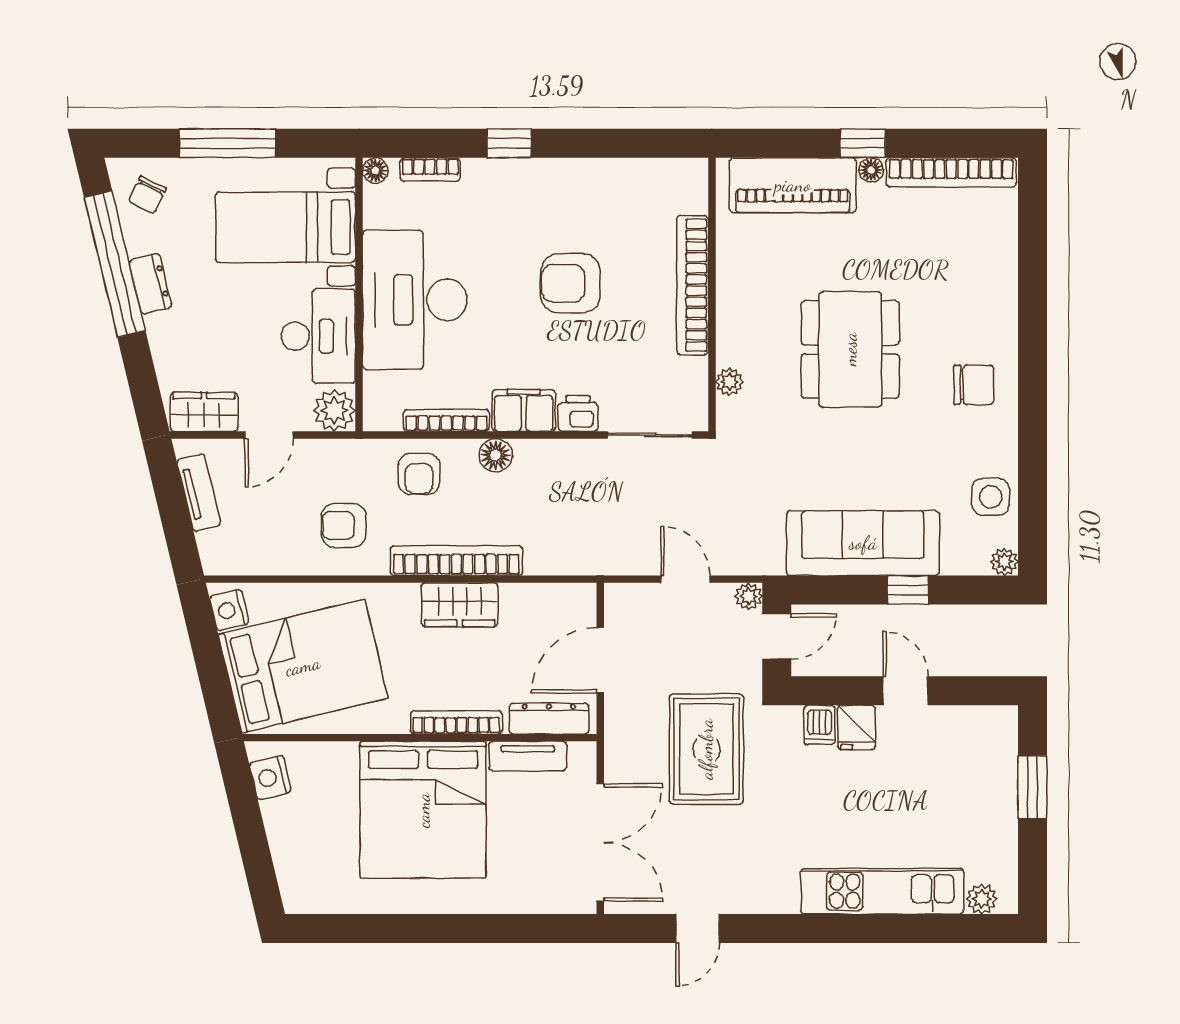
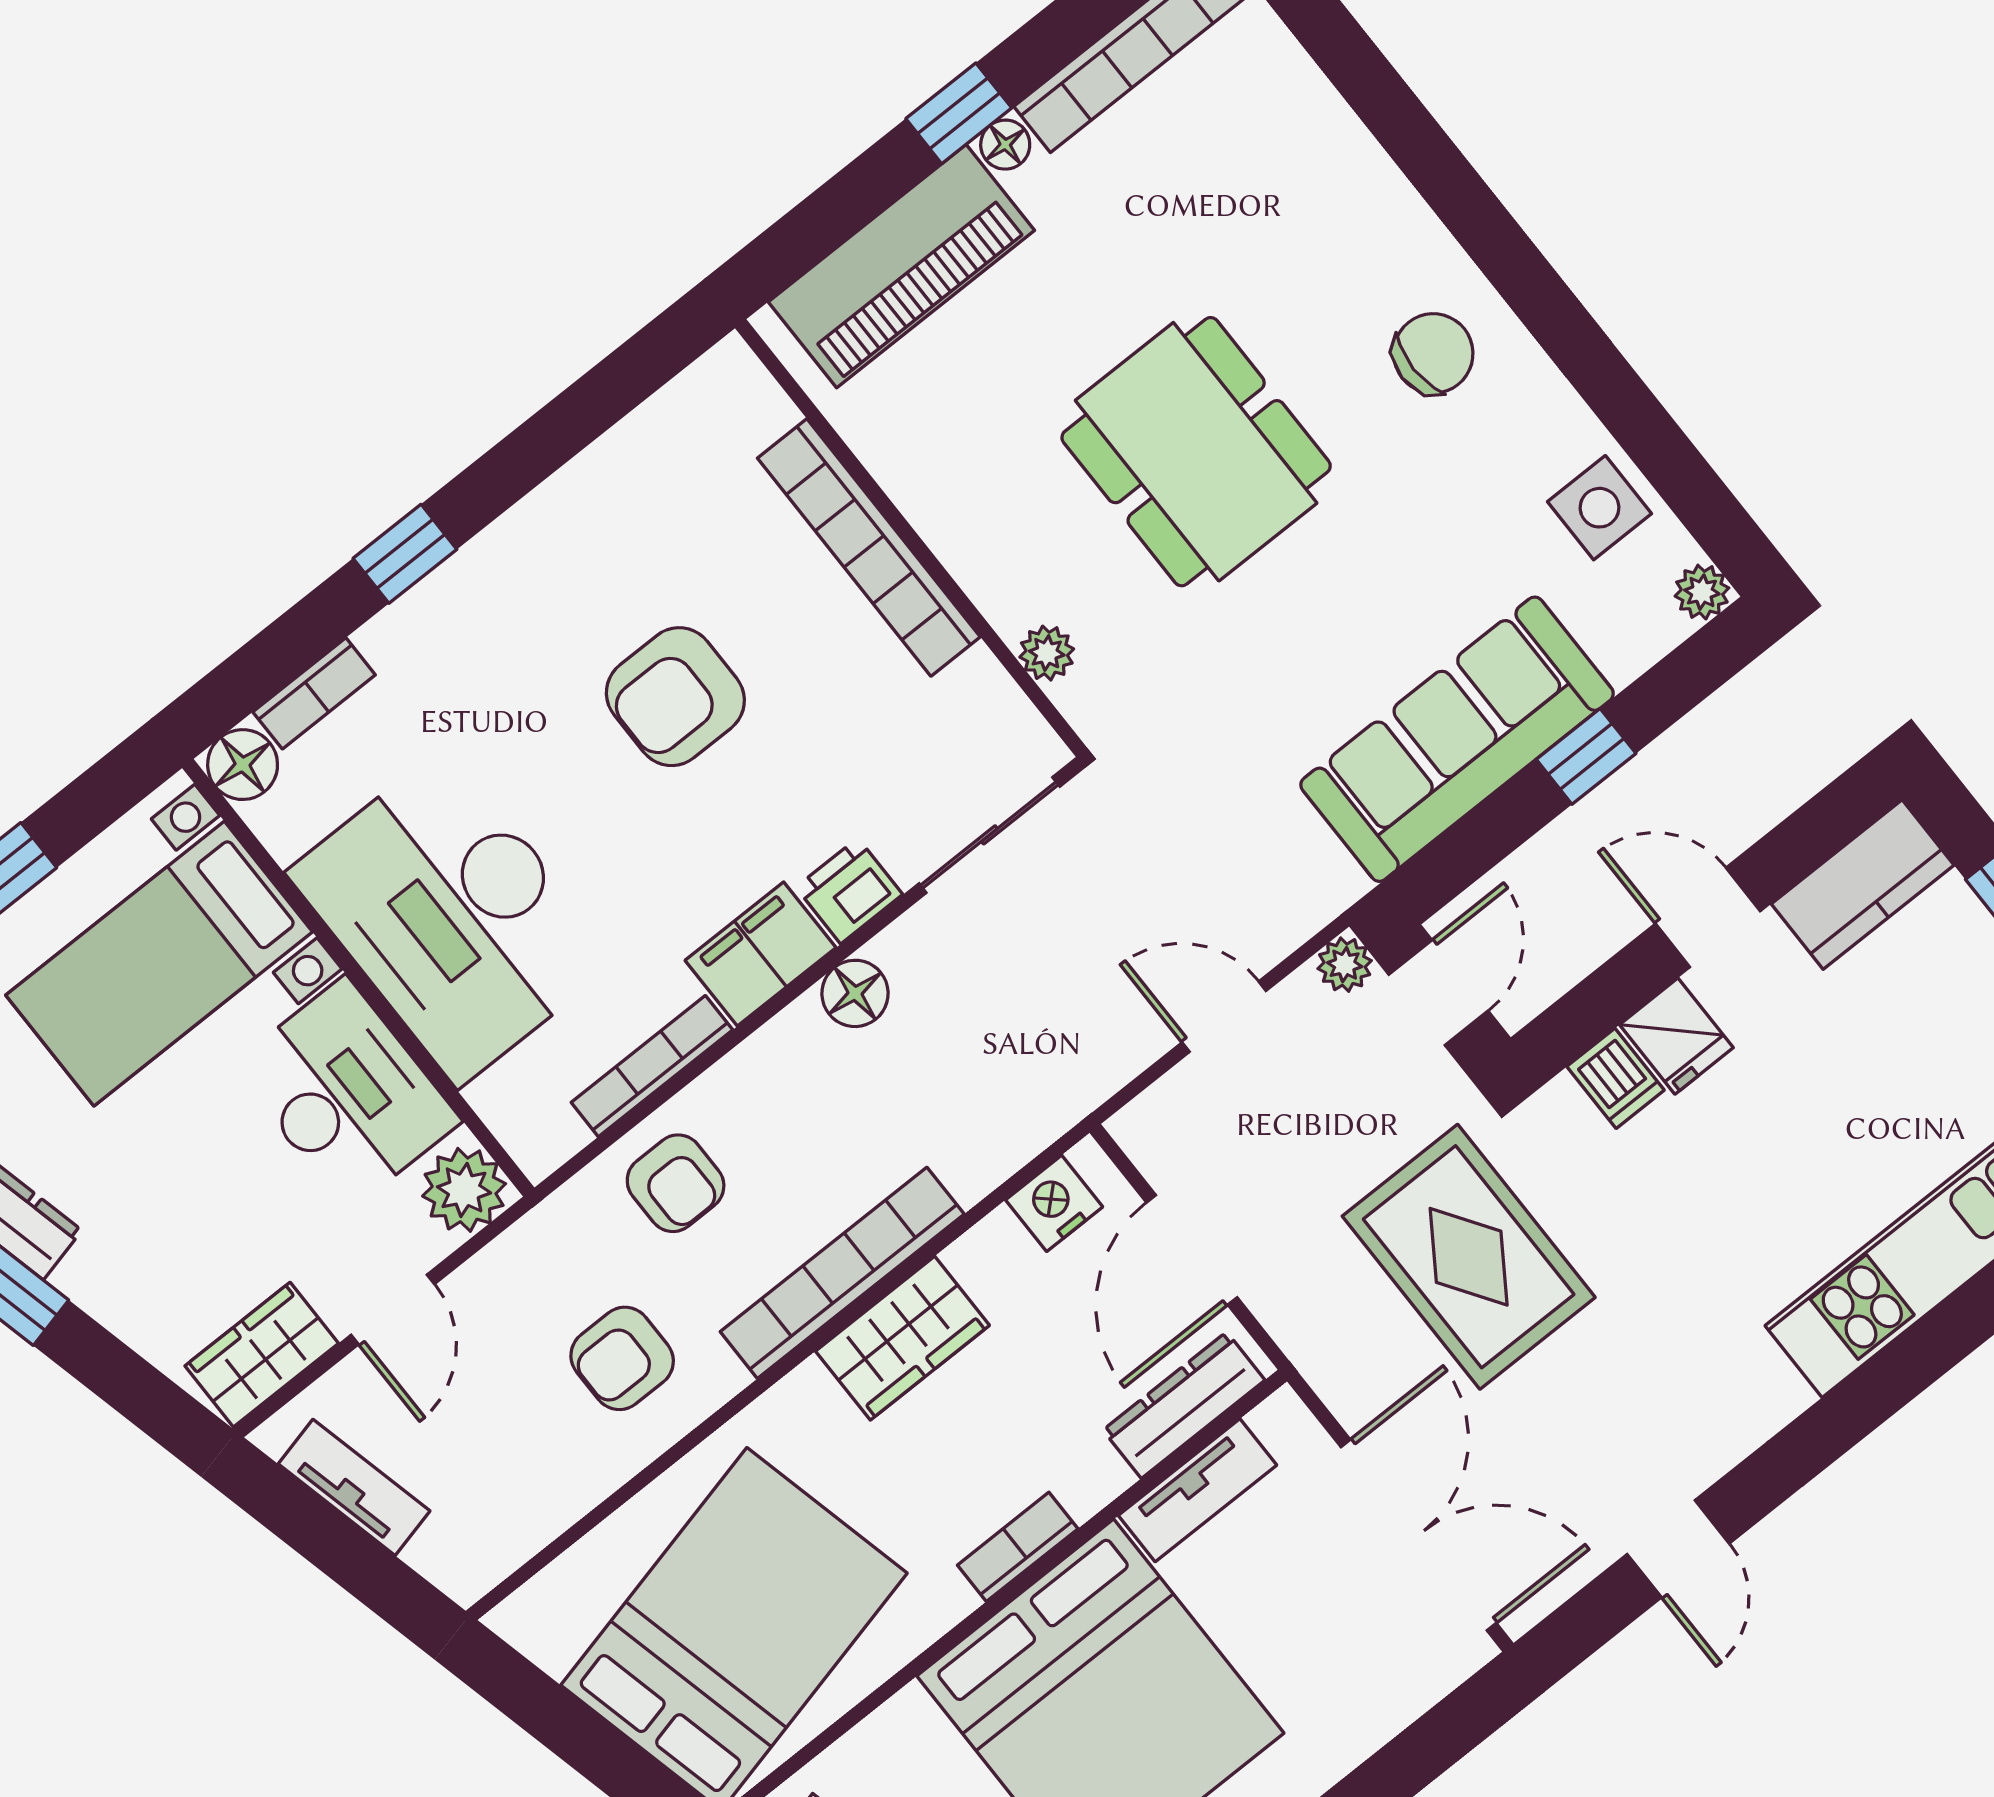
floor lamp: (375, 170) -> (243, 765), width x1.37, depth x1.37
floor lamp: (495, 455) -> (855, 993), moved
nightstand: (229, 610) -> (1054, 1203), moved, turned 103
bookcase: (456, 722) -> (1018, 1547), width x0.64
kitchen counter: (976, 726) -> (1863, 885), added

